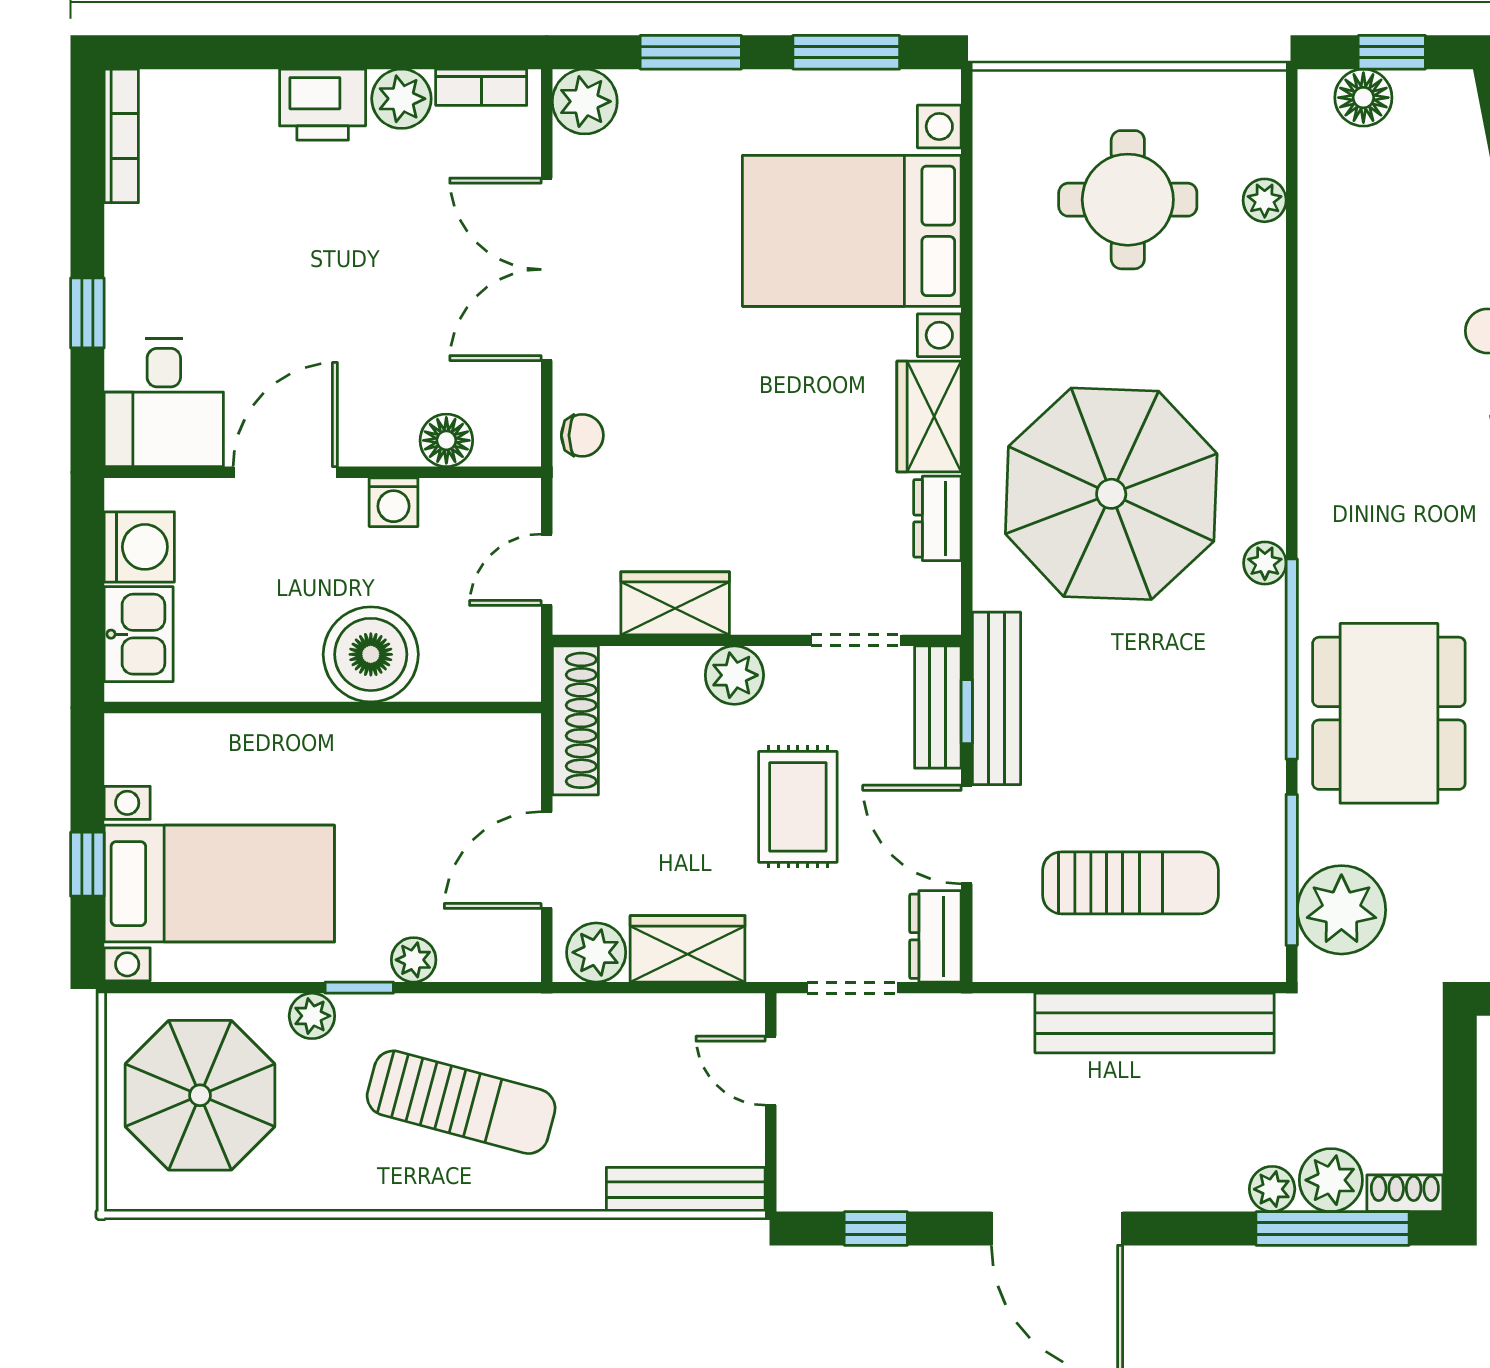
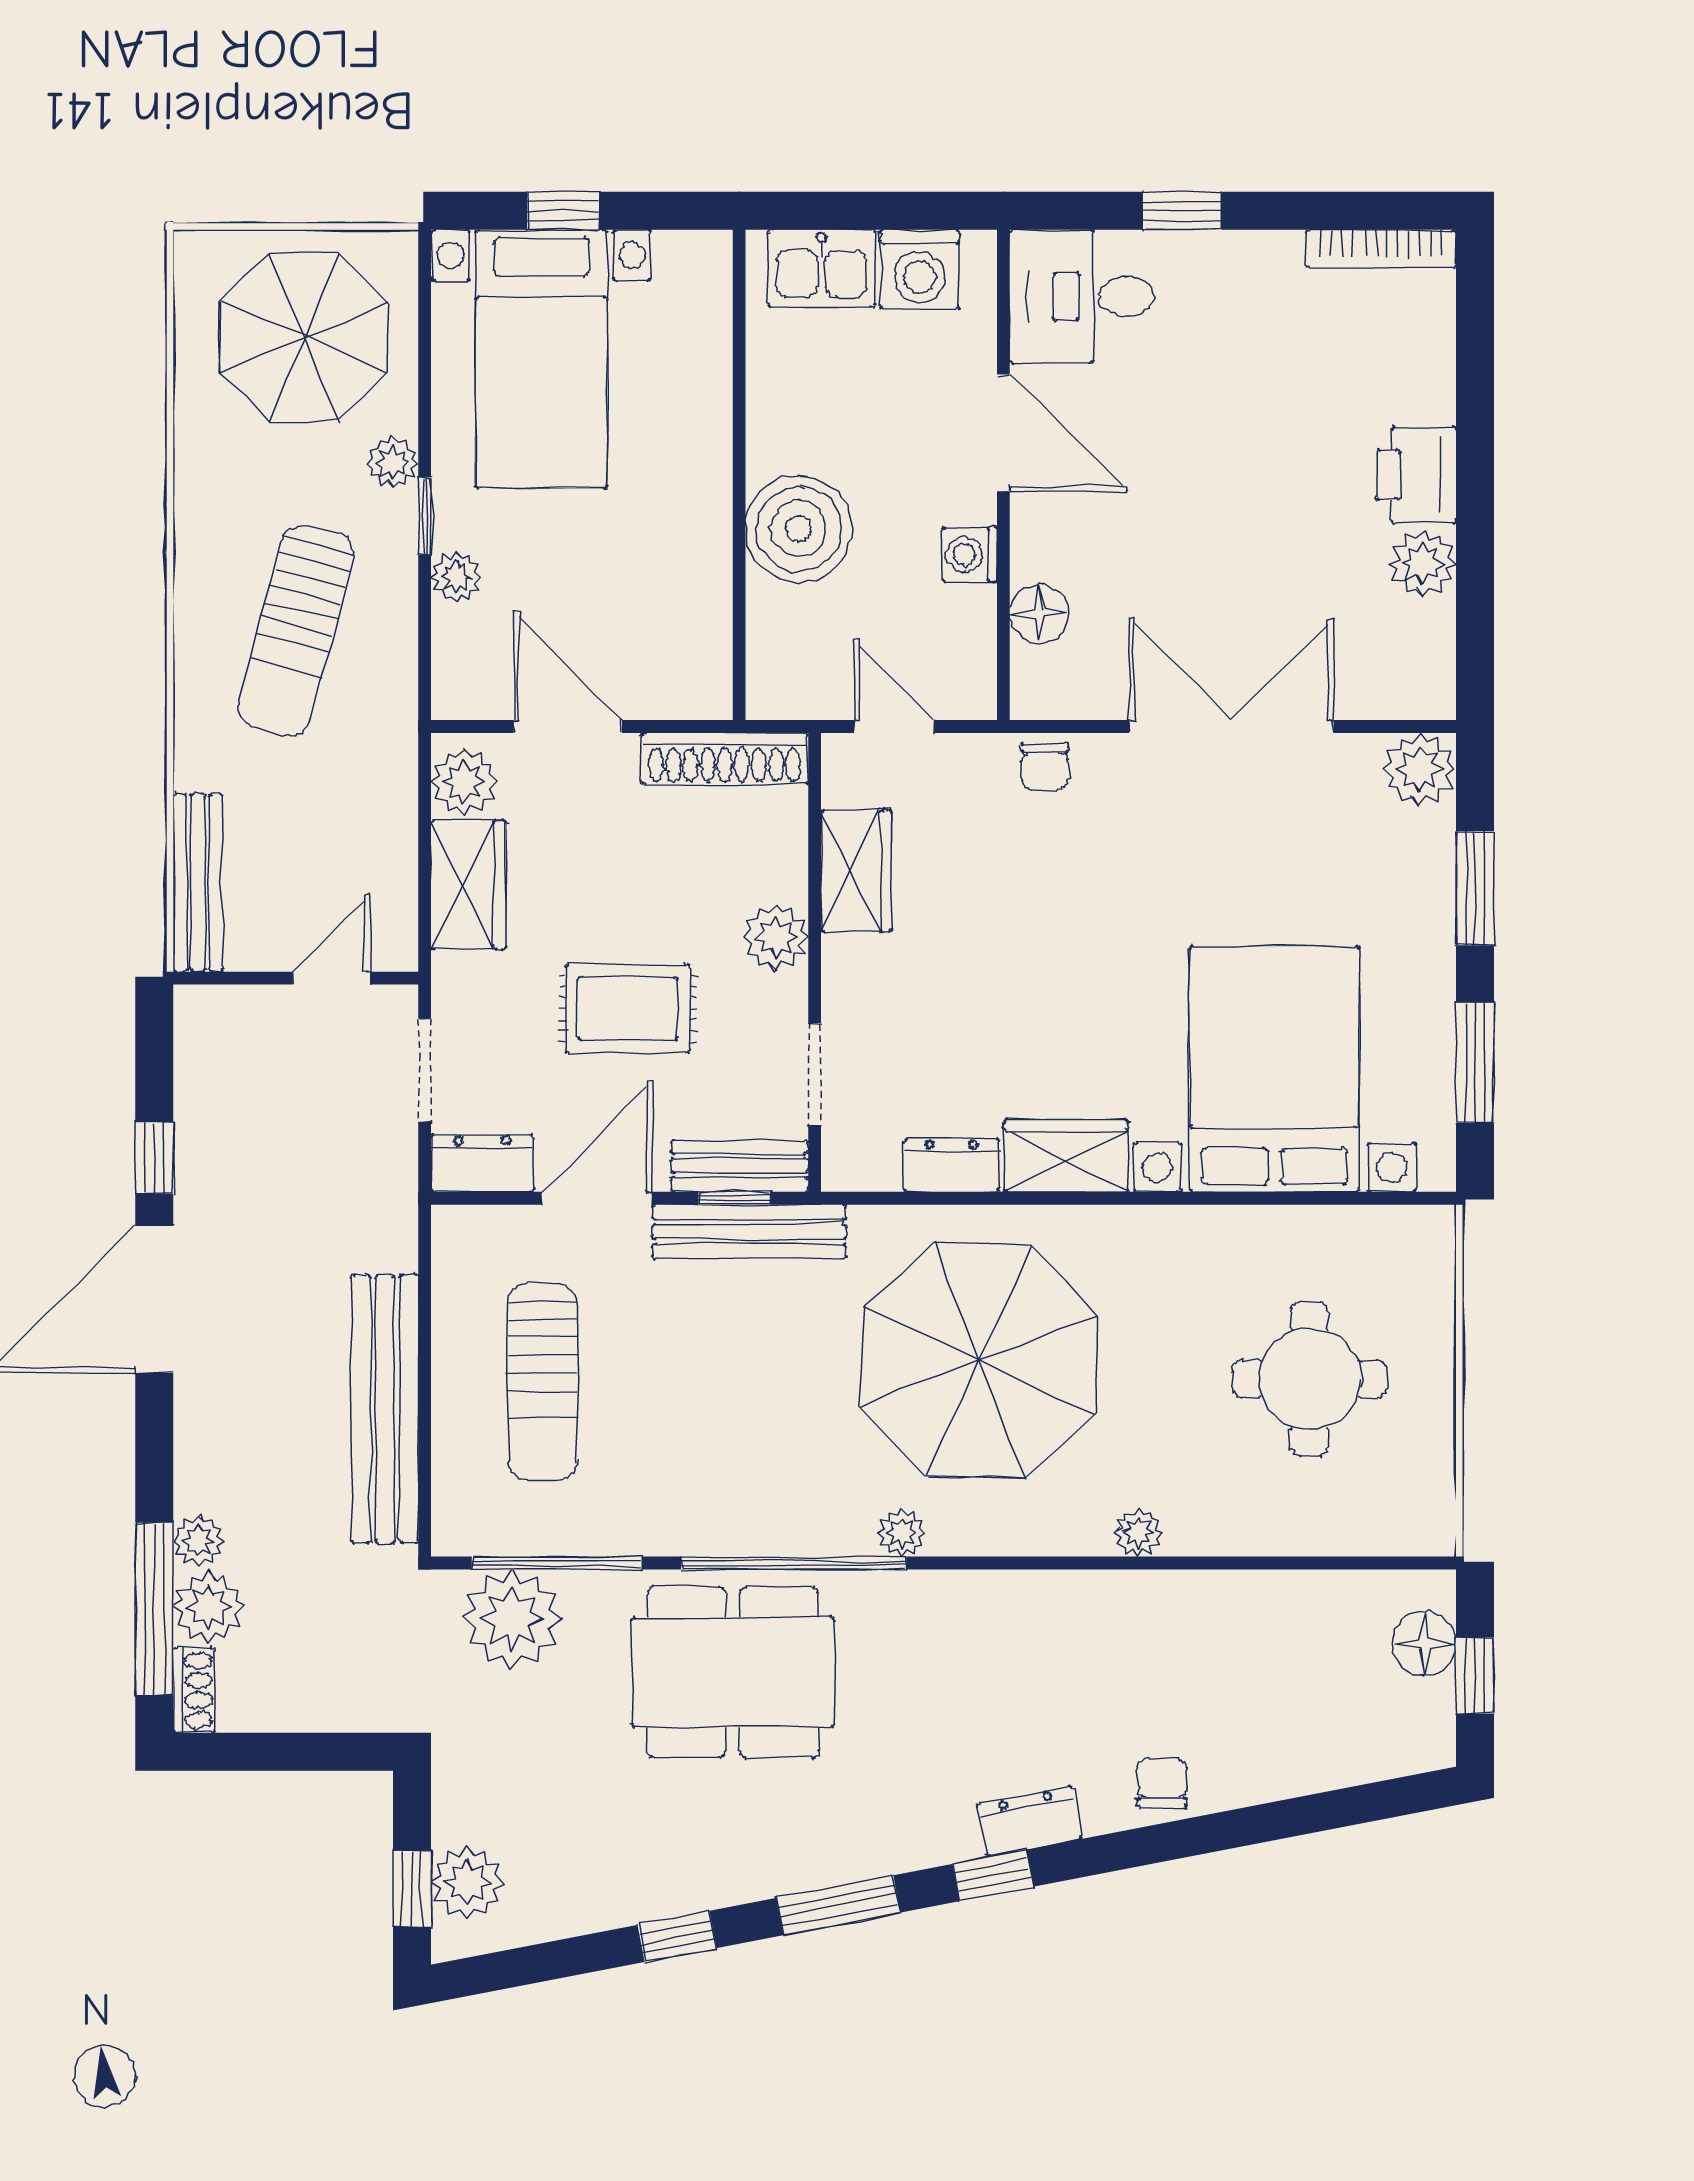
bookcase: (481, 87) -> (1436, 653), removed
plant: (1265, 200) -> (1138, 1533), moved
window: (876, 1229) -> (154, 1158), moved

